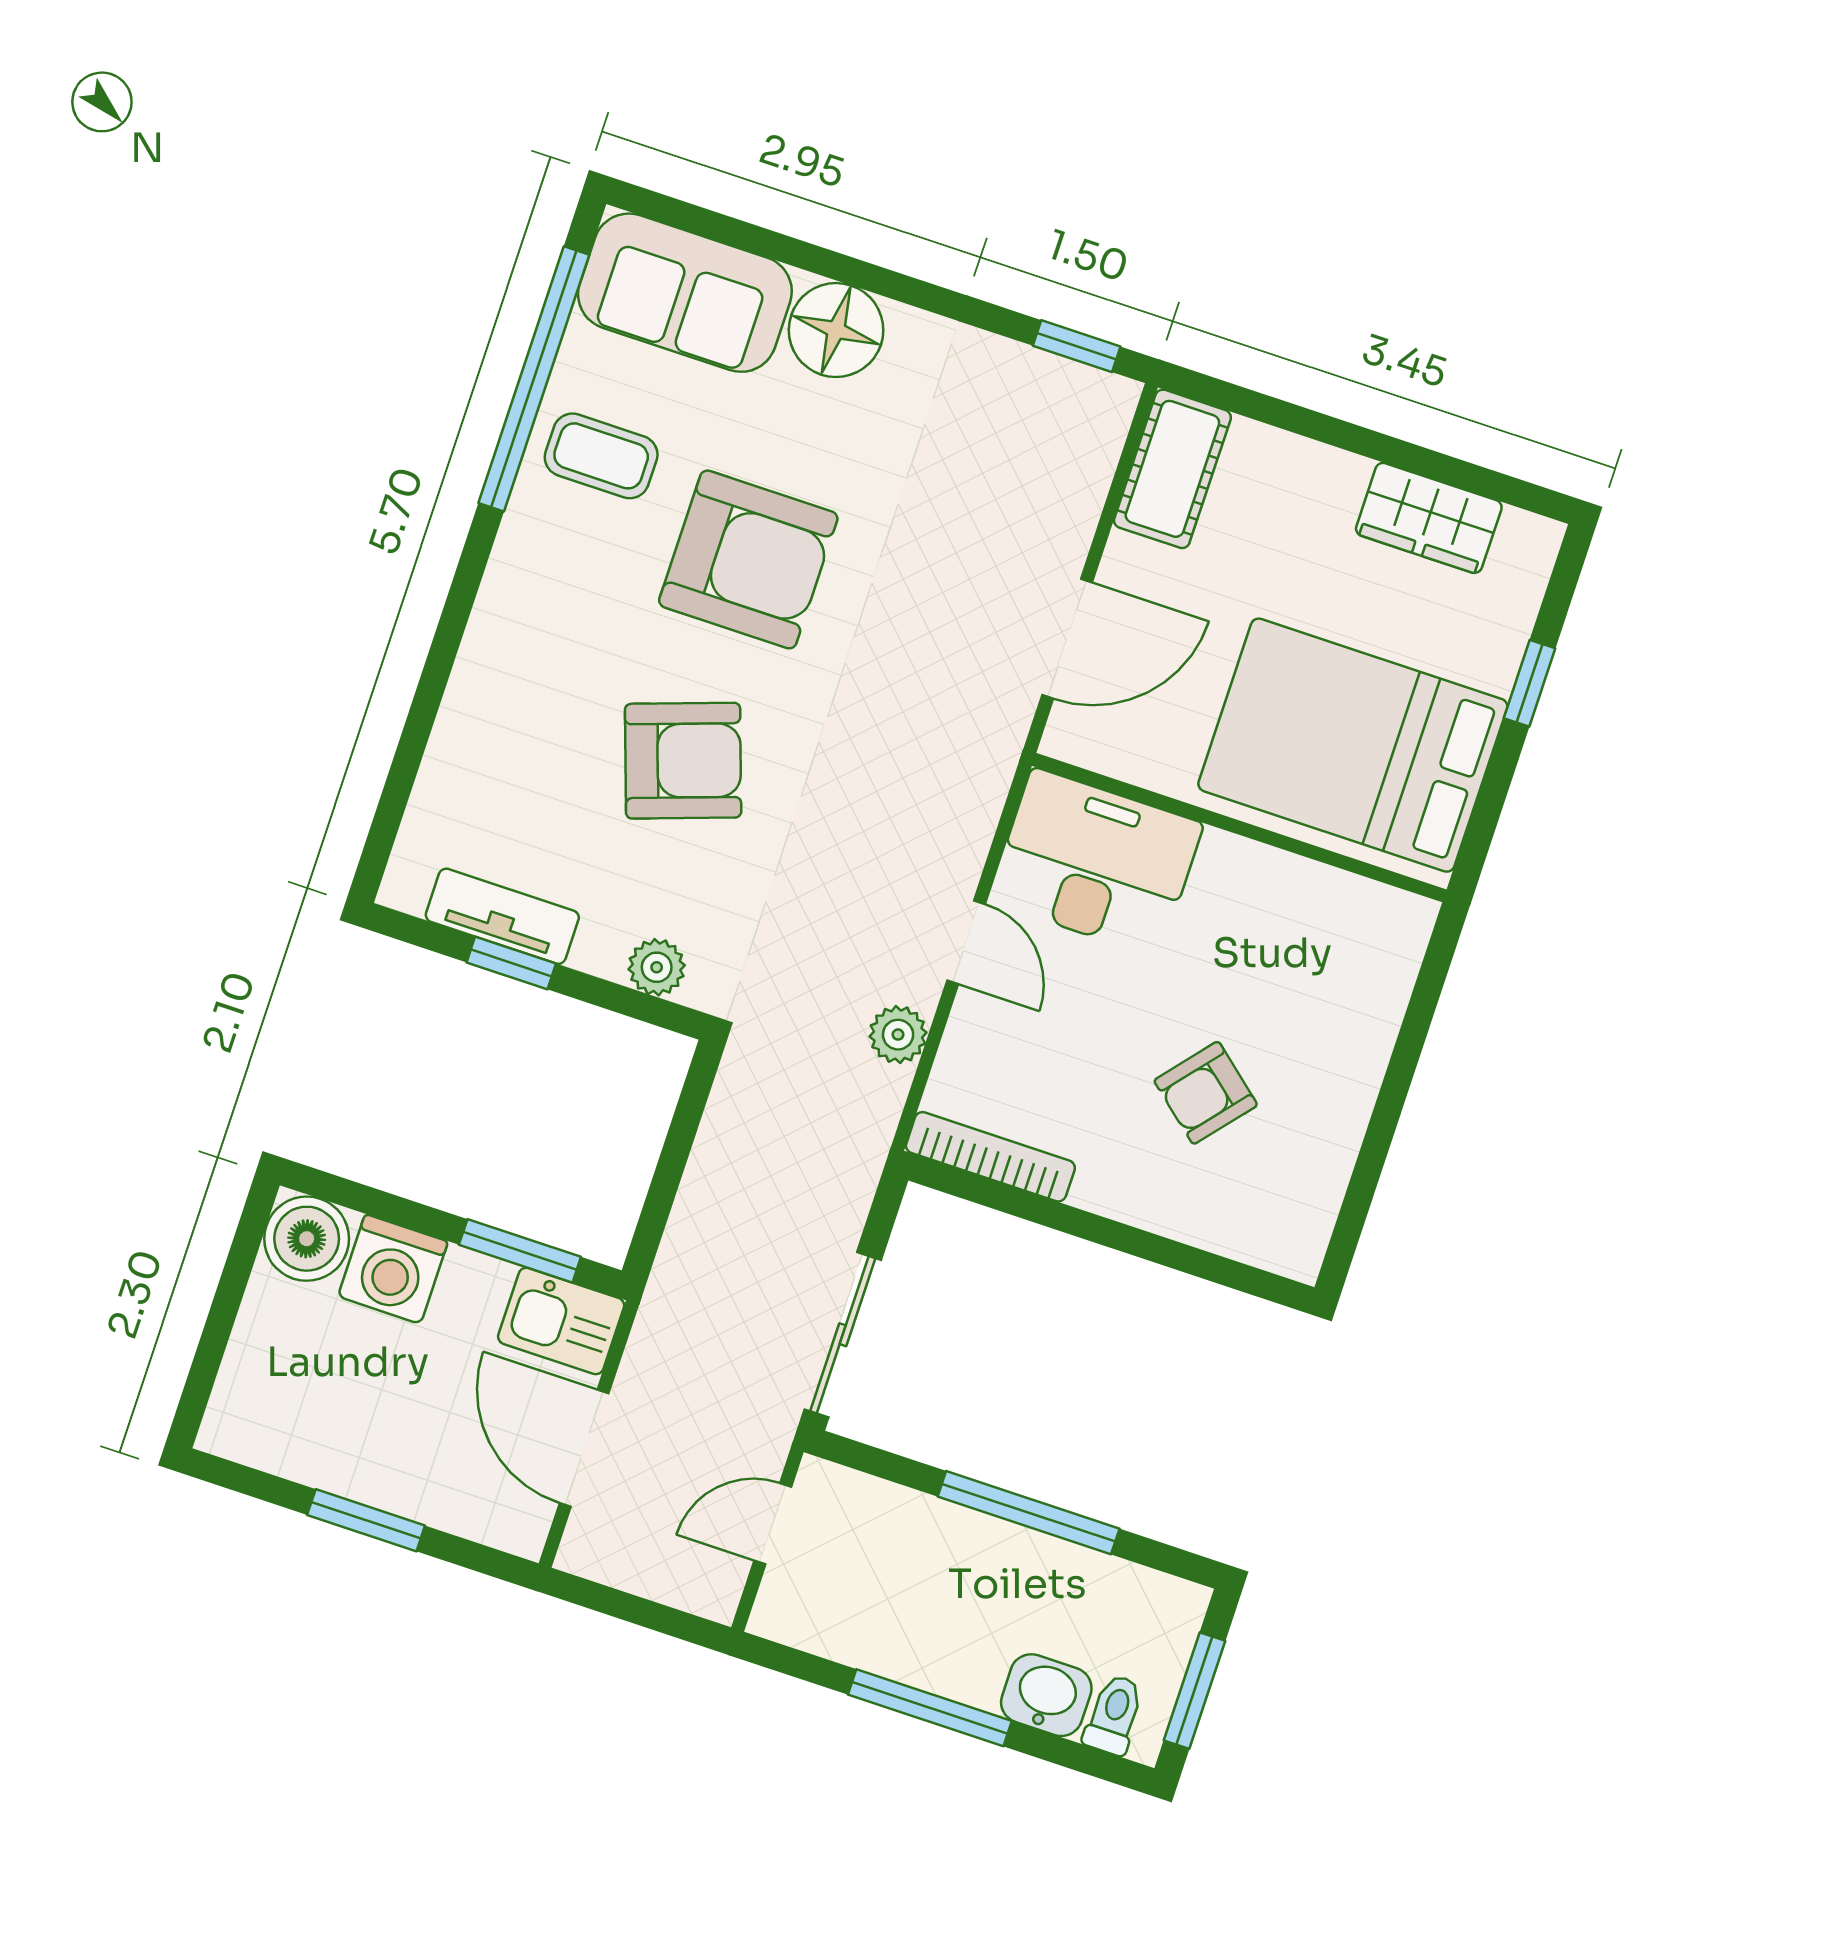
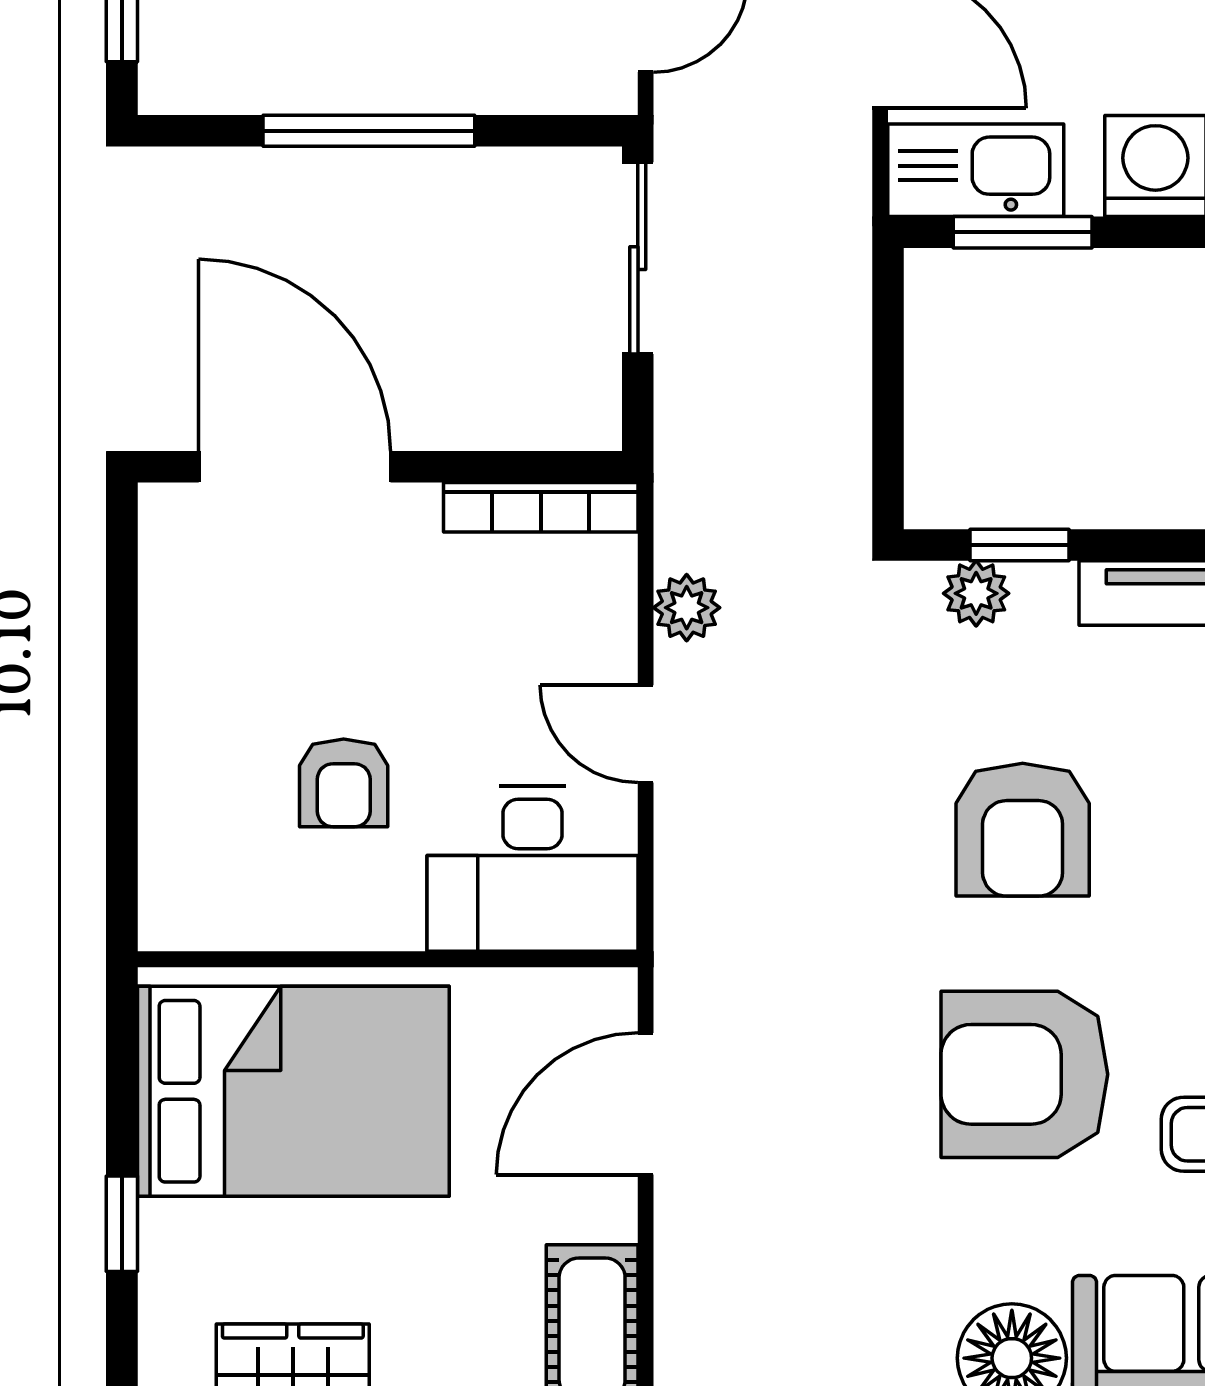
armchair: (683, 761) -> (1023, 830), turned -71
window: (511, 963) -> (1019, 545), moved
armchair: (1206, 1093) -> (344, 783), moved, turned 140
door: (1181, 1257) -> (295, 467), added
kitchen sink: (561, 1321) -> (976, 170), width x1.38

